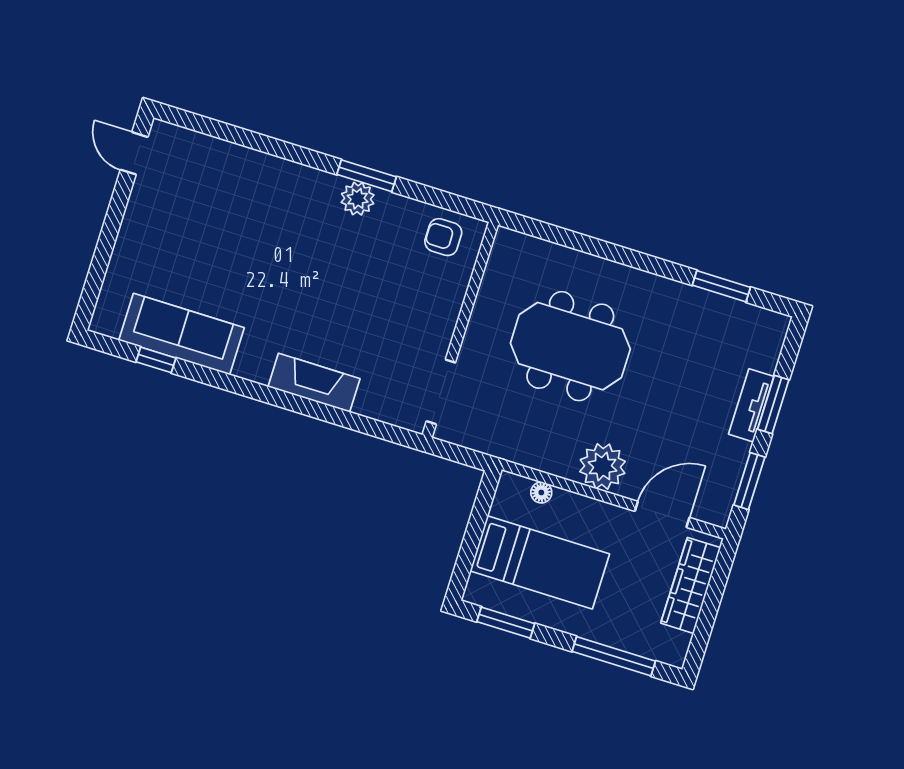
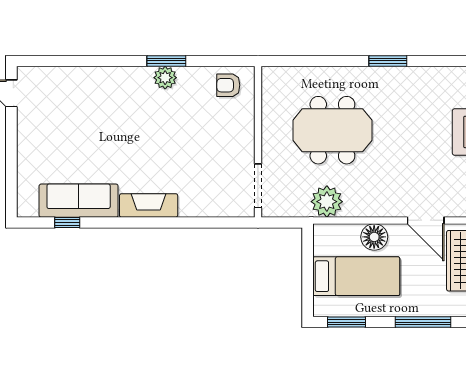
window: (721, 286) -> (388, 61), moved
fireplace: (314, 383) -> (149, 205), moved
plant: (603, 466) -> (327, 202), moved
floor lamp: (541, 492) -> (374, 237), moved, width x1.89, depth x1.89
door: (662, 514) -> (426, 220), swing flipped

